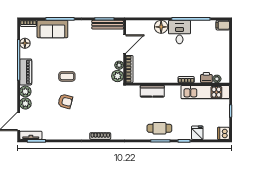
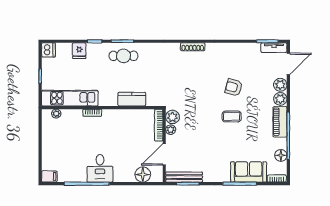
floor lamp: (161, 27) -> (143, 175), moved
printer: (206, 78) -> (69, 115), removed

